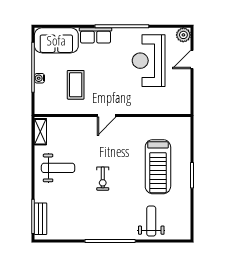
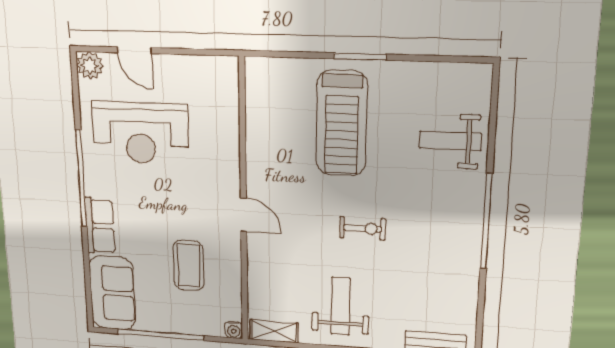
water cooler: (39, 78) -> (234, 330), moved
coffee table: (76, 85) -> (189, 265), turned 90
treadmill: (158, 167) -> (342, 123), turned 90

